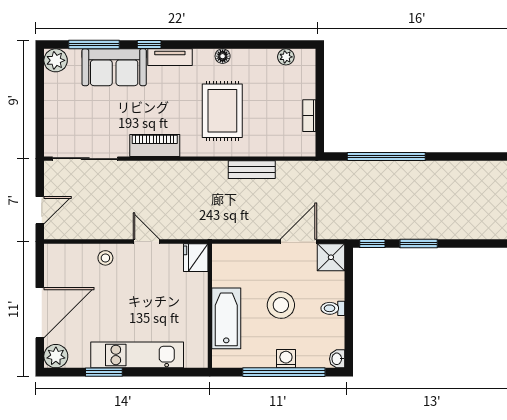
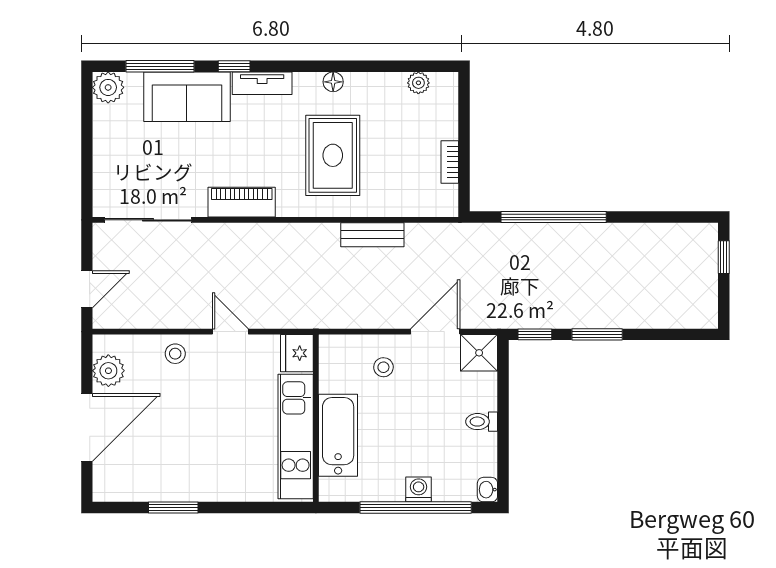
stool: (281, 305) -> (383, 367), moved, width x0.53, depth x0.53
kitchen unit: (137, 355) -> (296, 437), moved, turned -90
plant: (56, 356) -> (108, 371), moved

